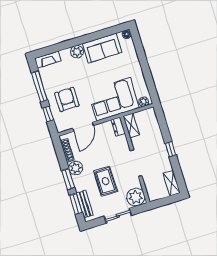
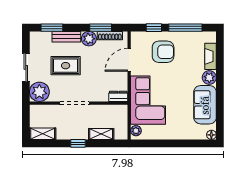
fireplace: (48, 60) -> (211, 56), moved
shelving: (131, 125) -> (101, 134), moved
door: (83, 127) -> (129, 60), hinge flipped
window: (68, 179) -> (101, 28), moved
bench: (85, 204) -> (66, 37), moved

